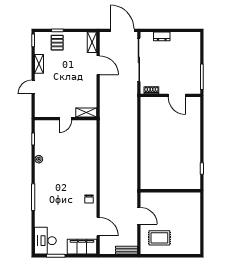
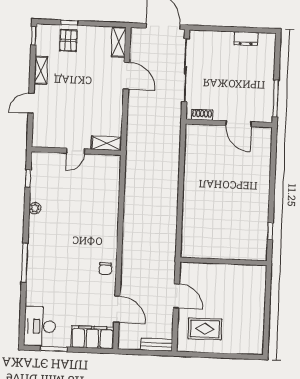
dresser: (162, 36) -> (246, 39), moved

